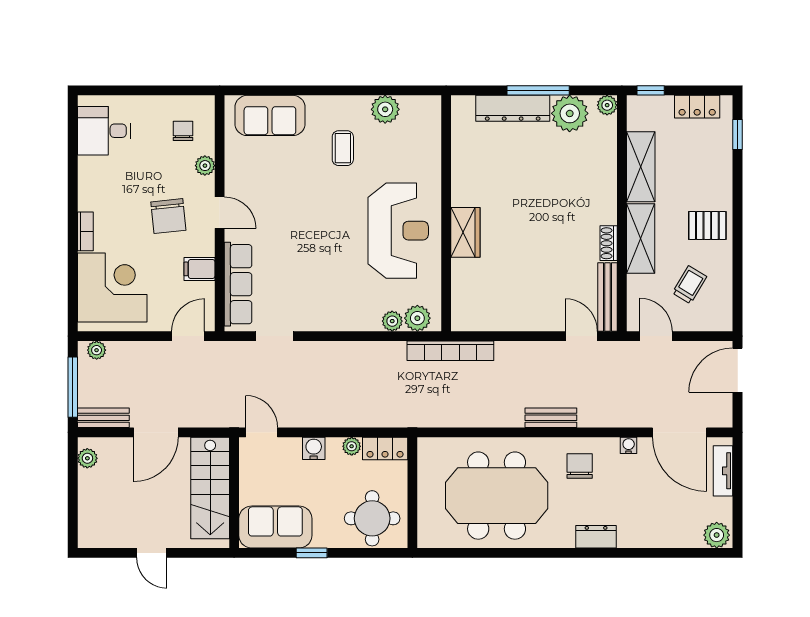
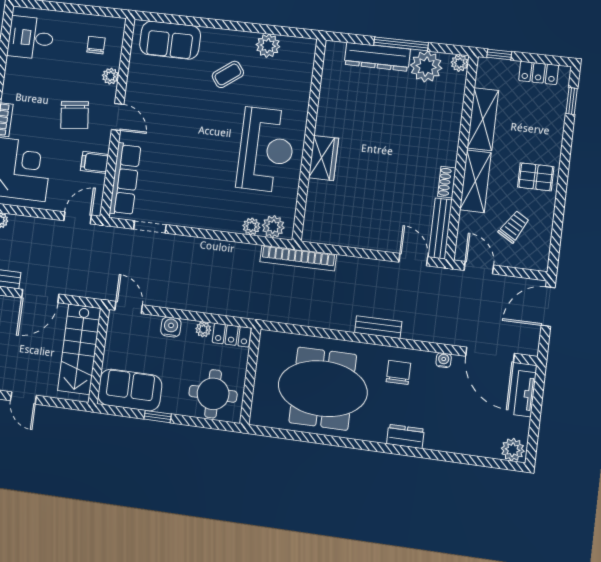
coffee table: (343, 148) -> (228, 74), turned 53

